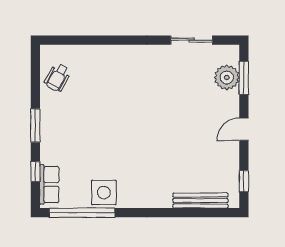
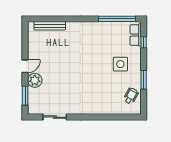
plant: (227, 77) -> (35, 80), moved
window: (35, 125) -> (144, 80), moved
window: (244, 181) -> (25, 37), removed
side table: (104, 193) -> (120, 64), moved

